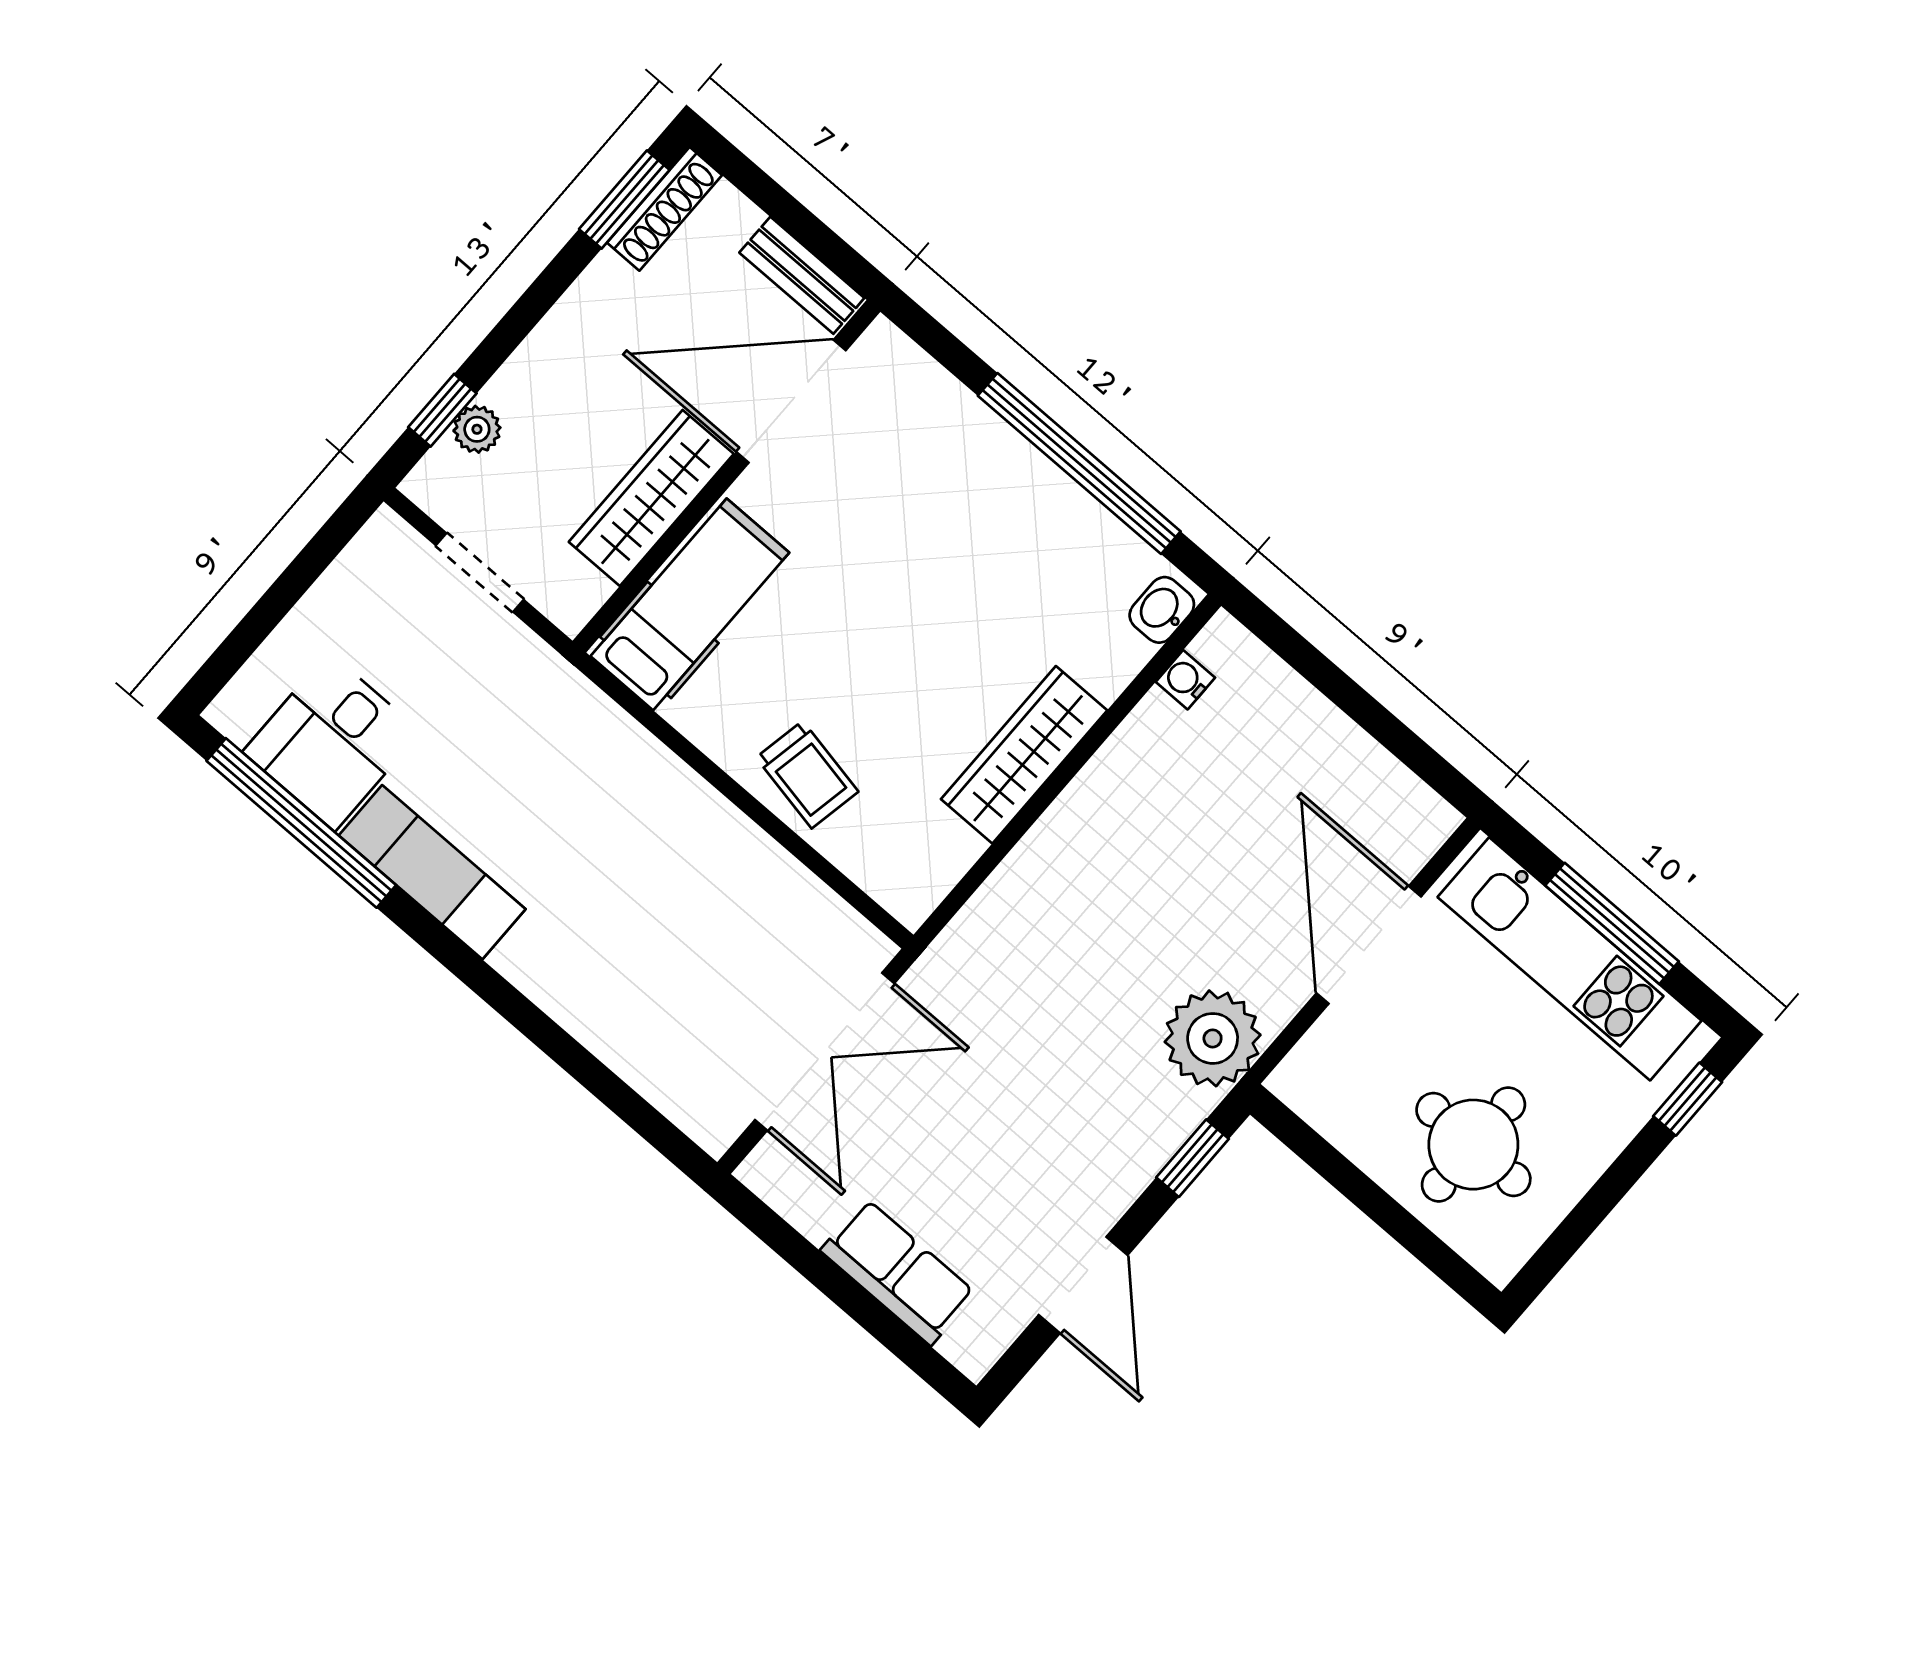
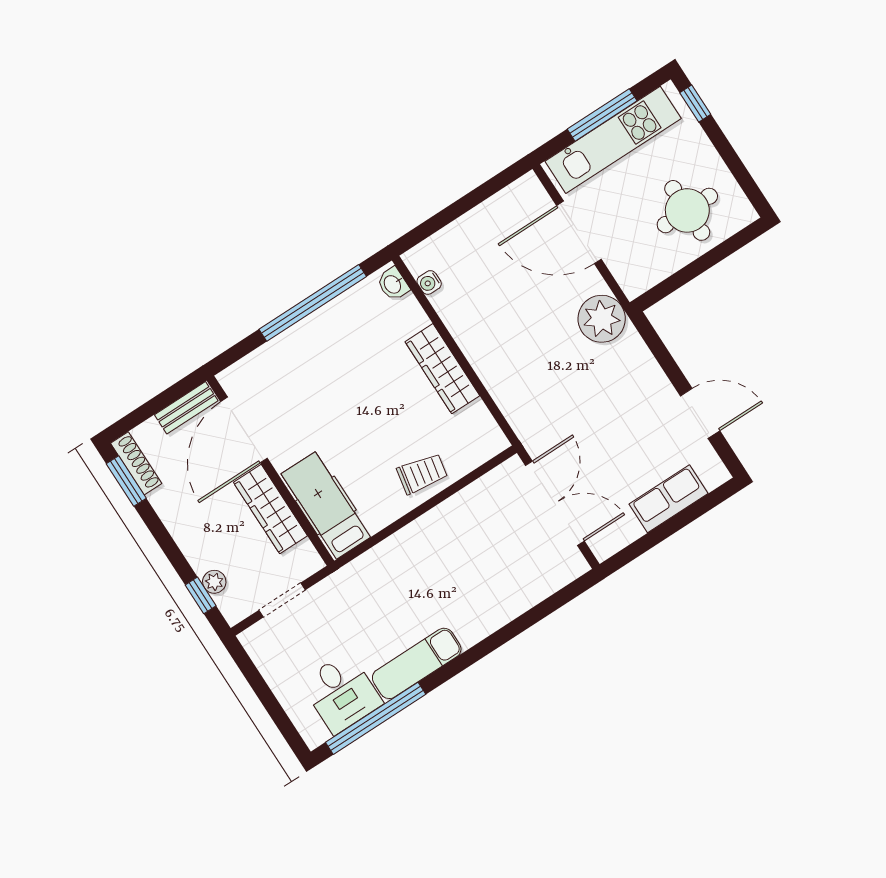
window: (1193, 1158) -> (655, 345), removed

